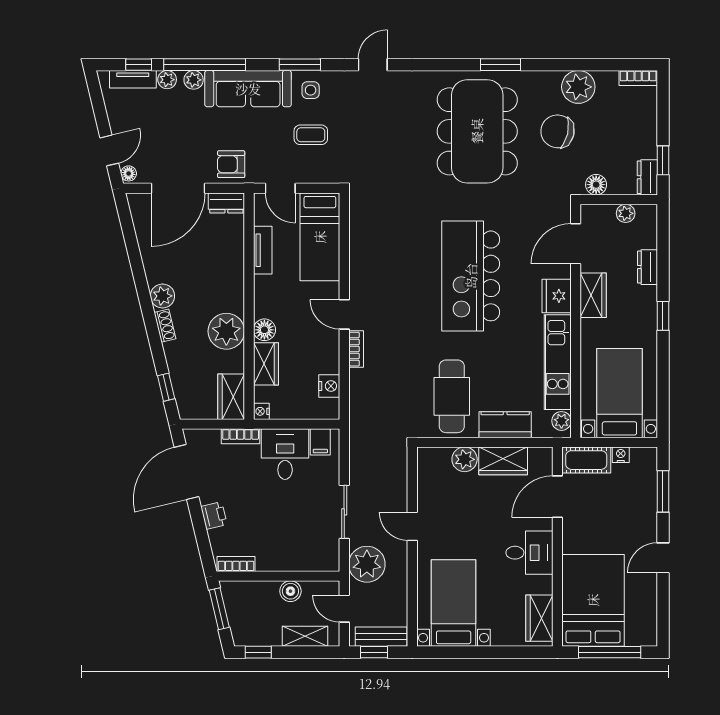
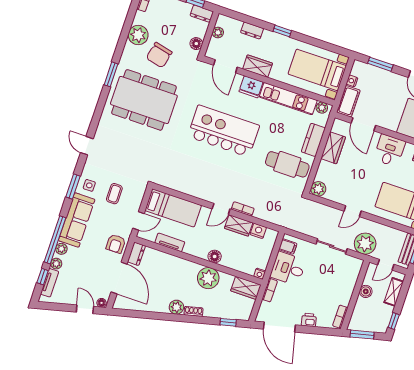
kitchen island: (471, 276) -> (224, 131), turned 180
wardrobe: (266, 364) -> (239, 225), moved, turned 180
plant: (465, 459) -> (318, 189), moved

